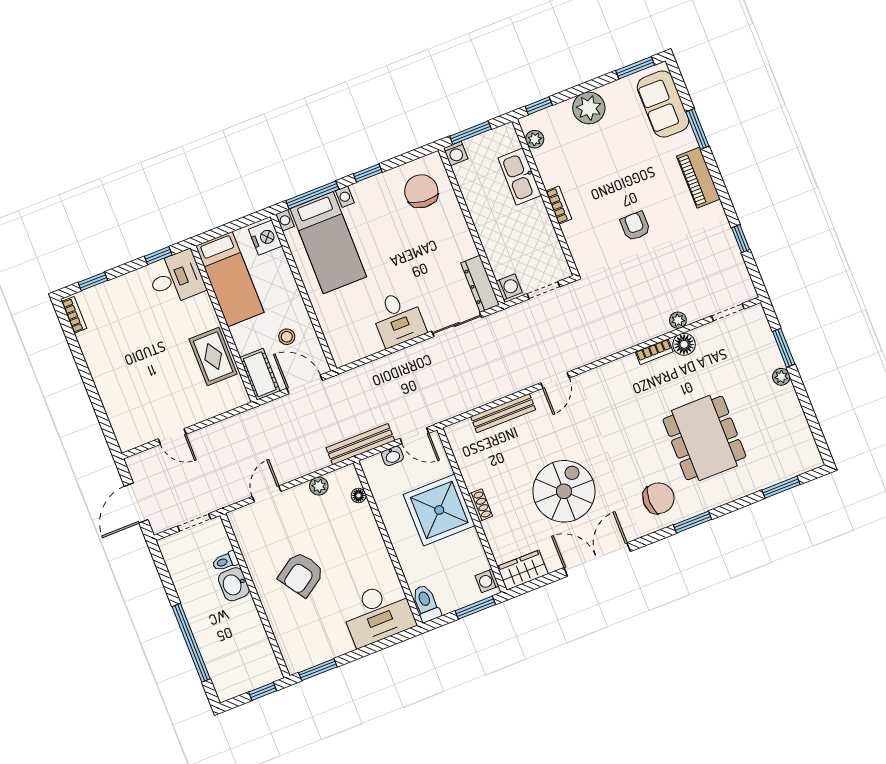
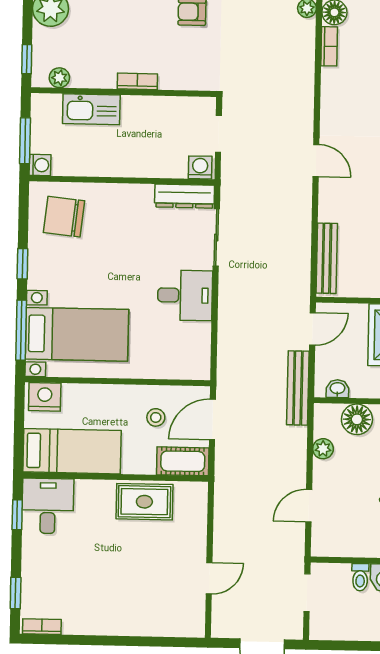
bench: (503, 413) -> (327, 258), moved
washbasin: (392, 456) -> (337, 389), moved, turned -90
door: (267, 494) -> (309, 506), hinge flipped
floor lamp: (359, 496) -> (357, 419), width x1.89, depth x1.89

